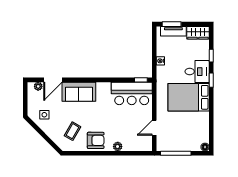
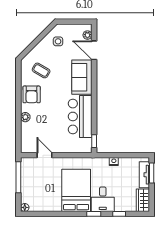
bar counter: (132, 93) -> (80, 116), moved

